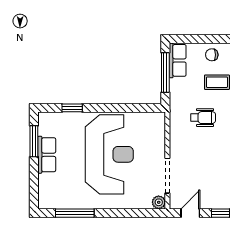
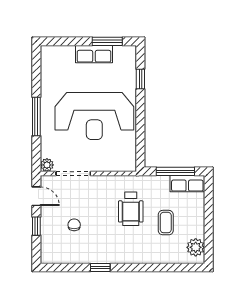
chair: (212, 55) -> (74, 225), moved
wheelchair: (203, 118) -> (131, 209), width x1.36, depth x1.37
window: (75, 213) -> (36, 116), moved

